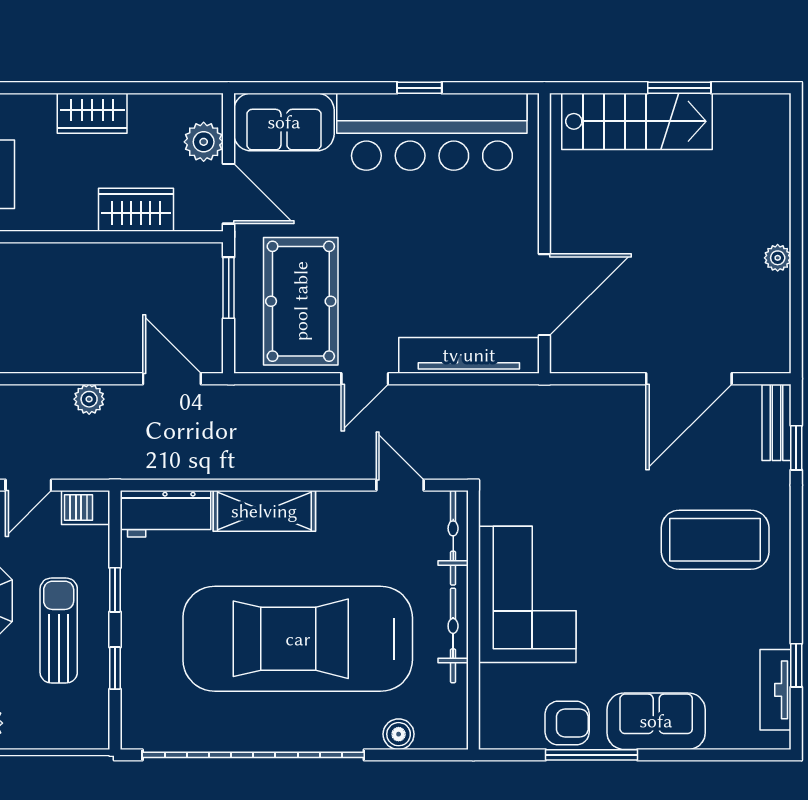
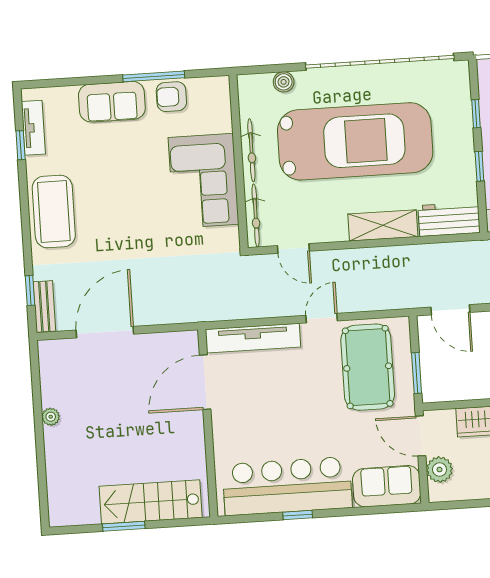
coffee table: (715, 540) -> (54, 211), moved, turned 90

